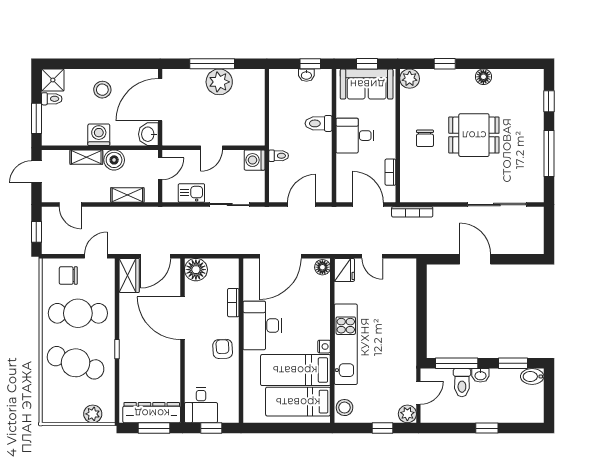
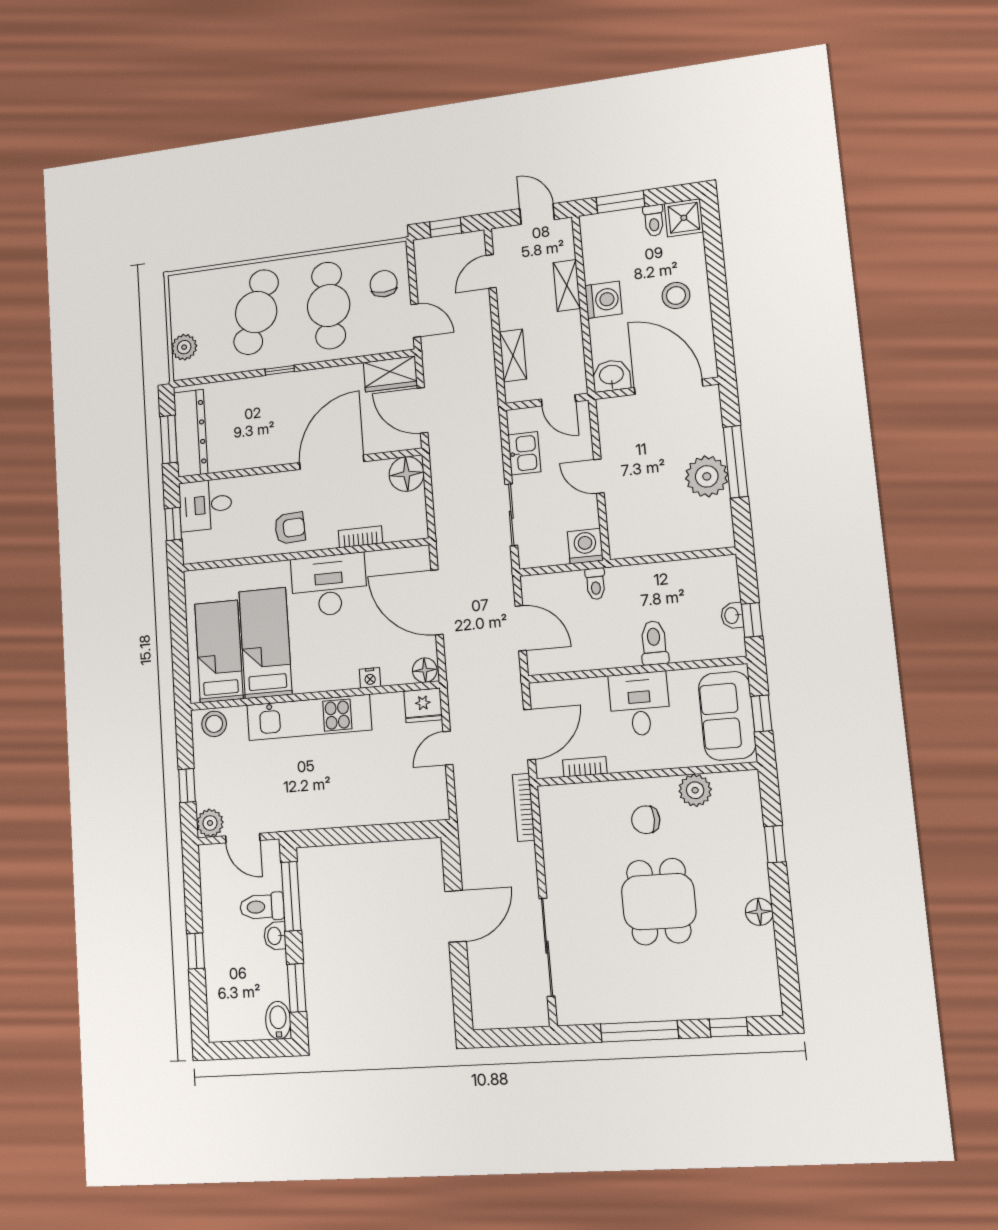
plant: (410, 79) -> (695, 790), moved
boiler: (114, 160) -> (566, 328), removed
nightstand: (324, 347) -> (370, 678), moved

